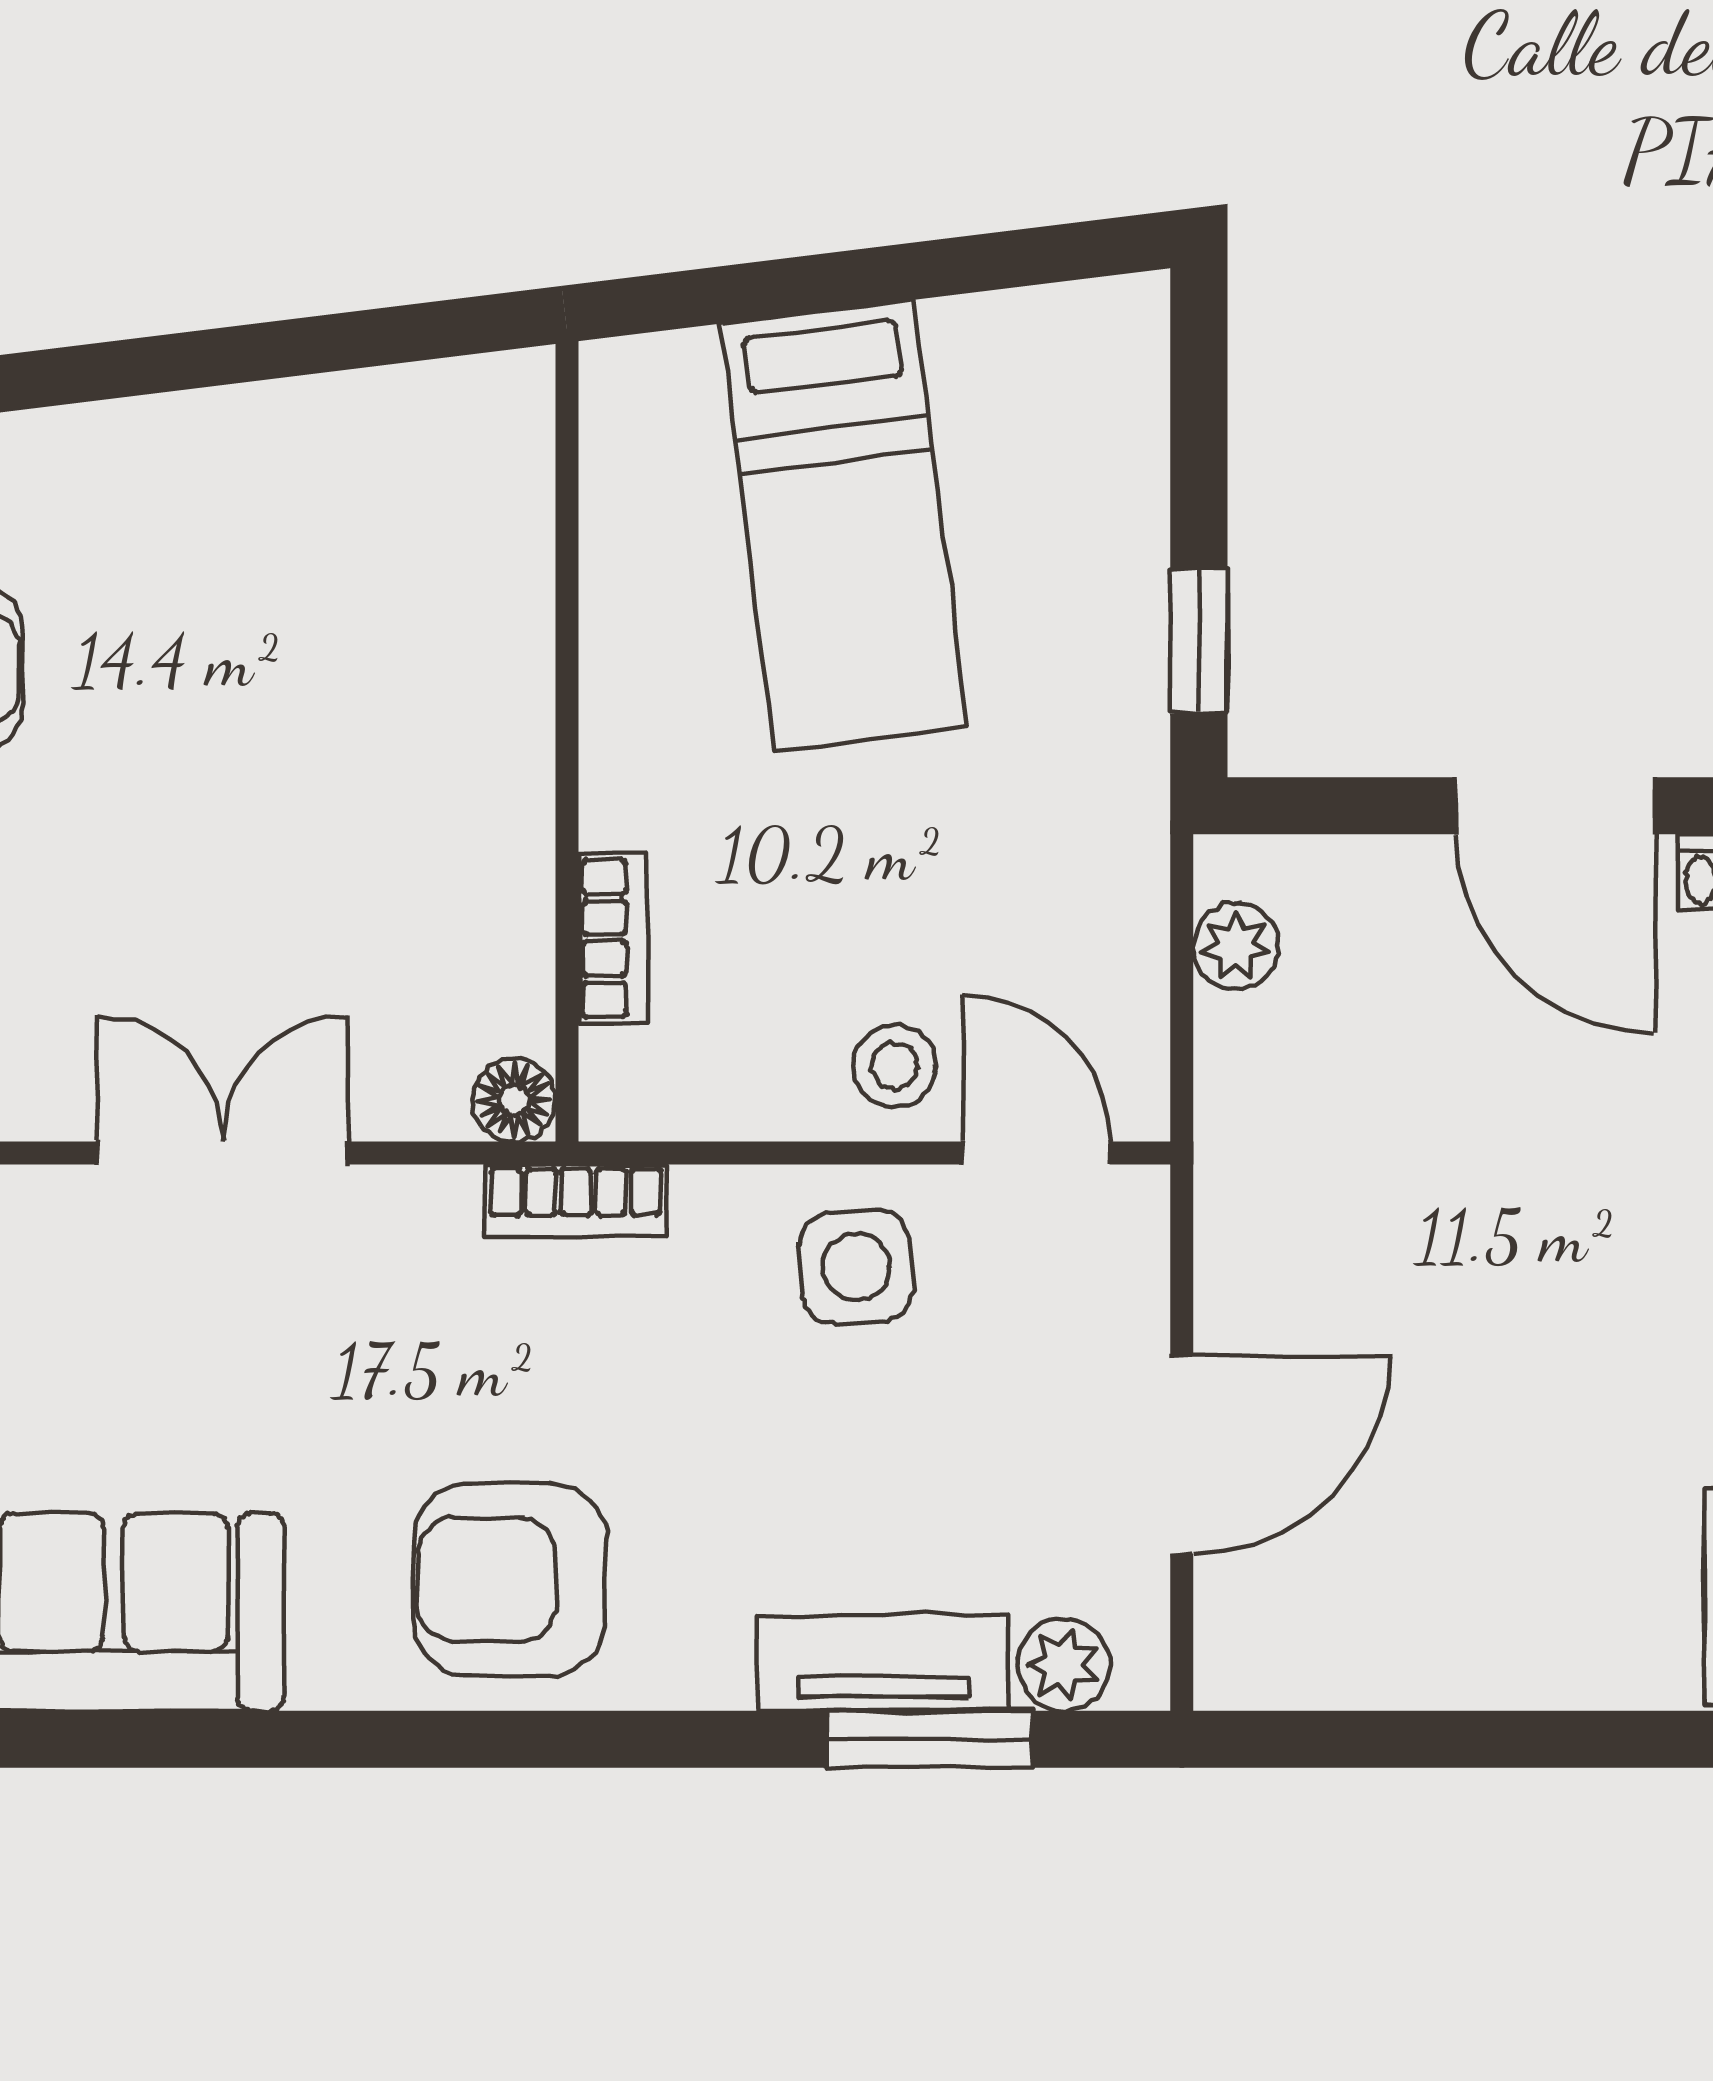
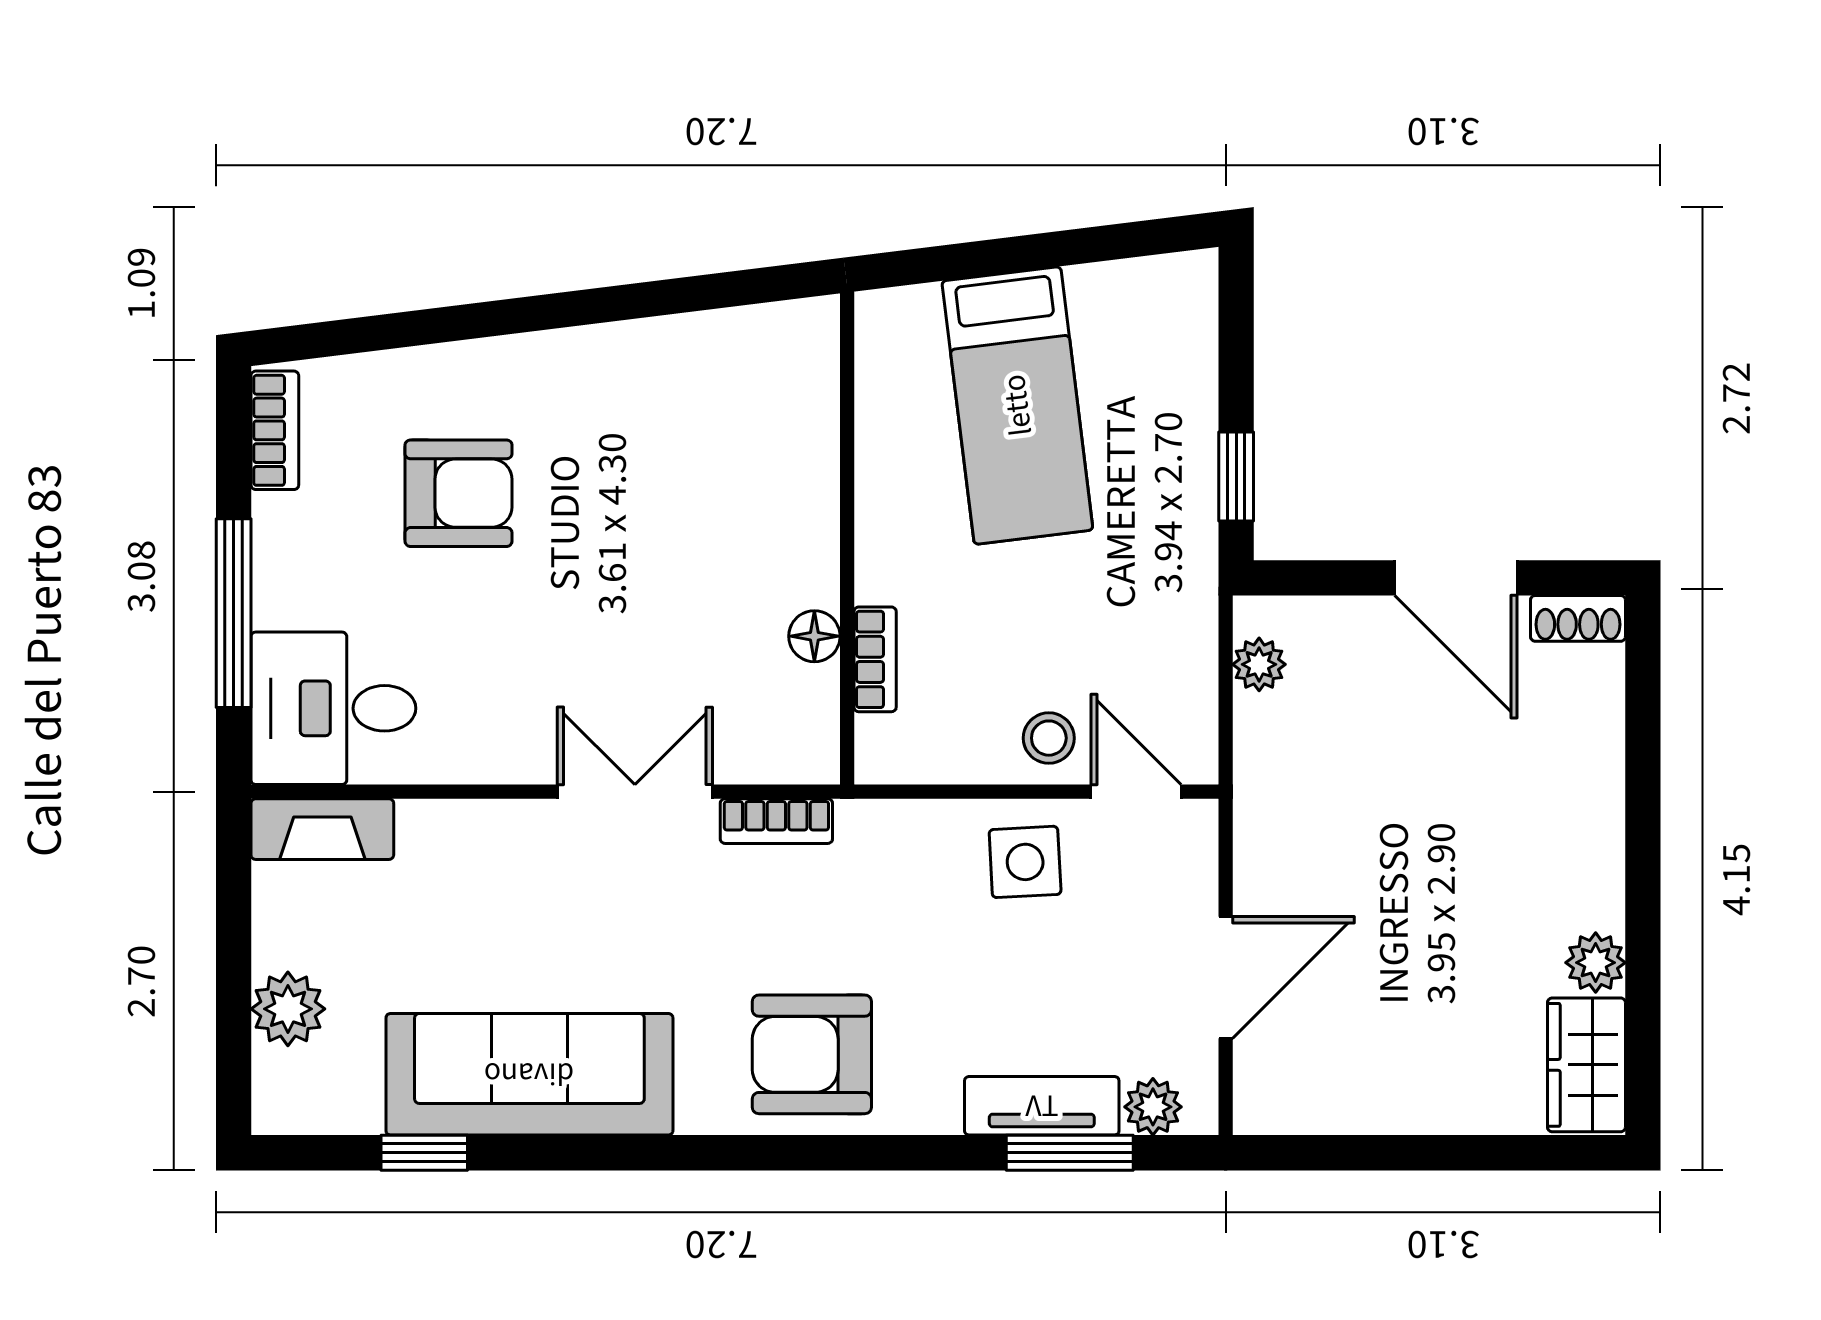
floor lamp: (514, 1100) -> (814, 636), moved
bookcase: (576, 1201) -> (776, 821), moved

